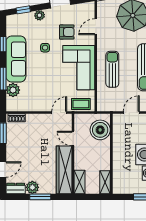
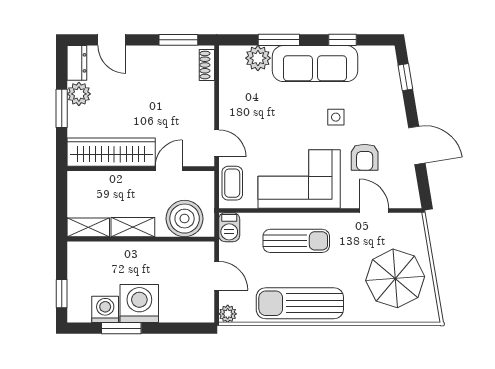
plant: (40, 15) -> (395, 107), removed
barbecue: (105, 106) -> (229, 227), added
shelving: (80, 182) -> (133, 227), moved

